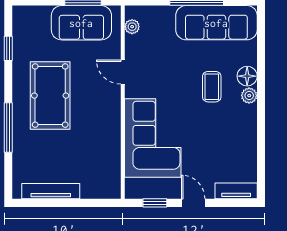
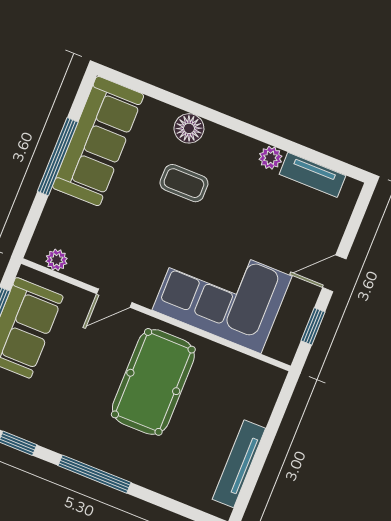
pool table: (50, 96) -> (153, 382), moved, turned 90
plant: (249, 96) -> (270, 158), moved
window: (8, 127) -> (94, 474), moved
tv unit: (236, 191) -> (312, 175), moved, turned -90

